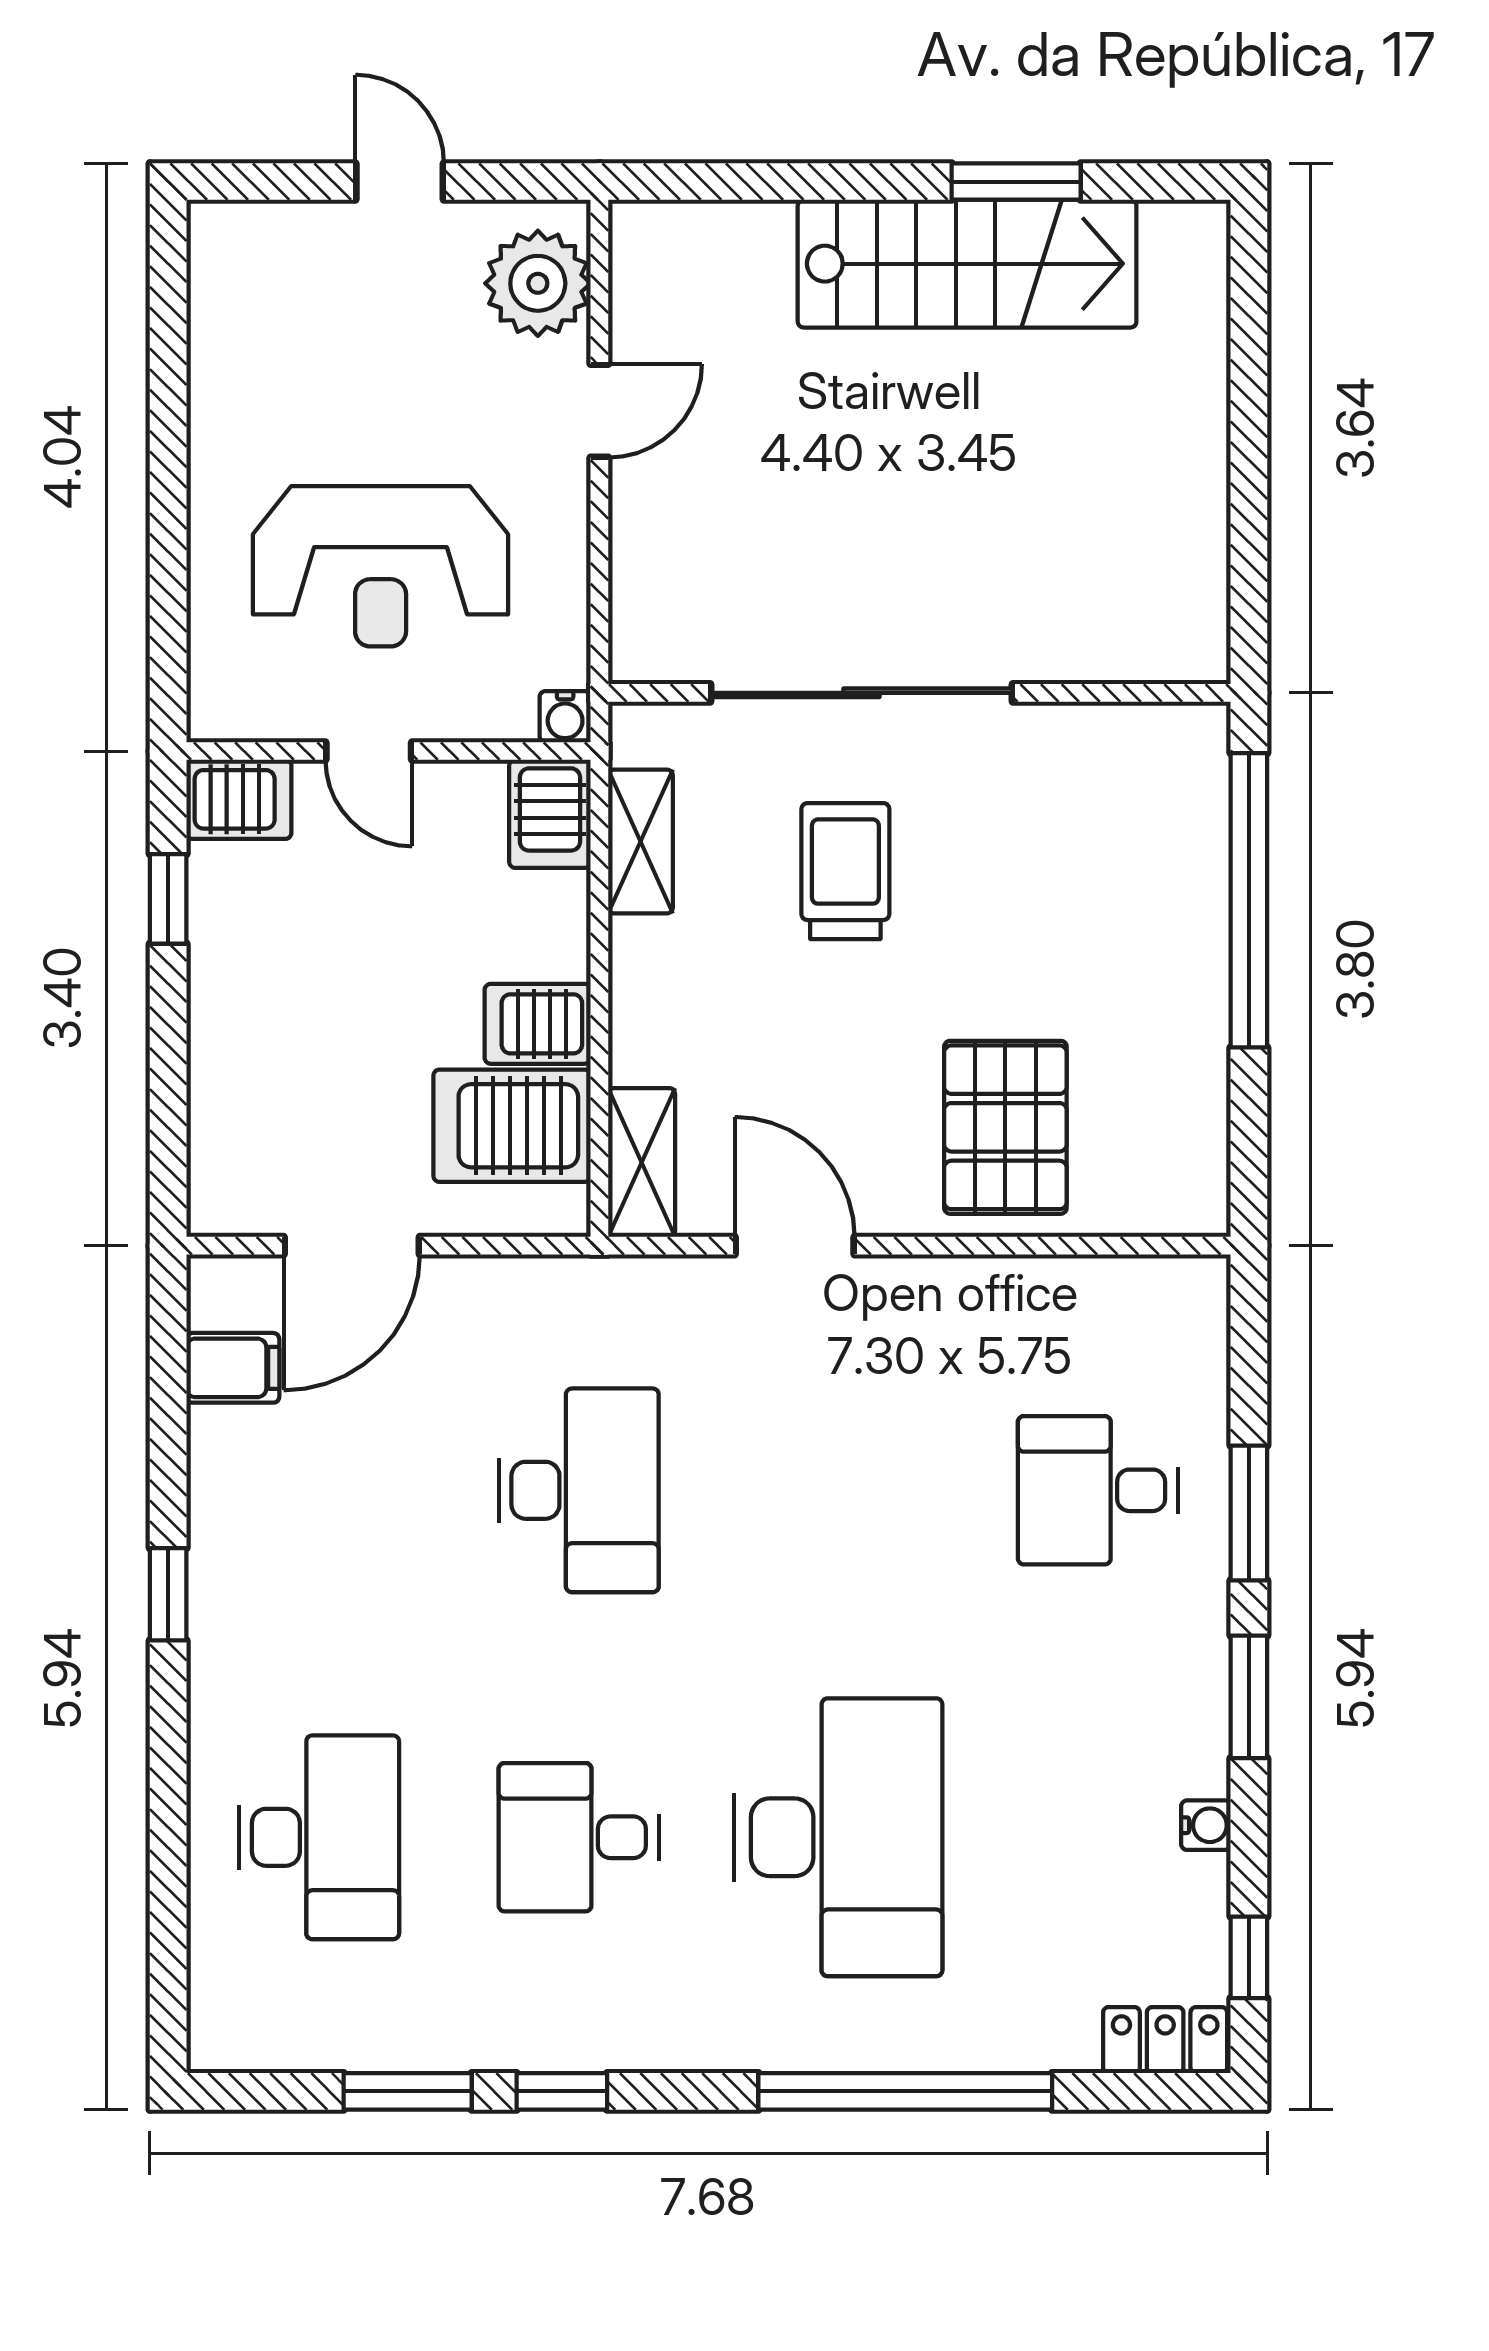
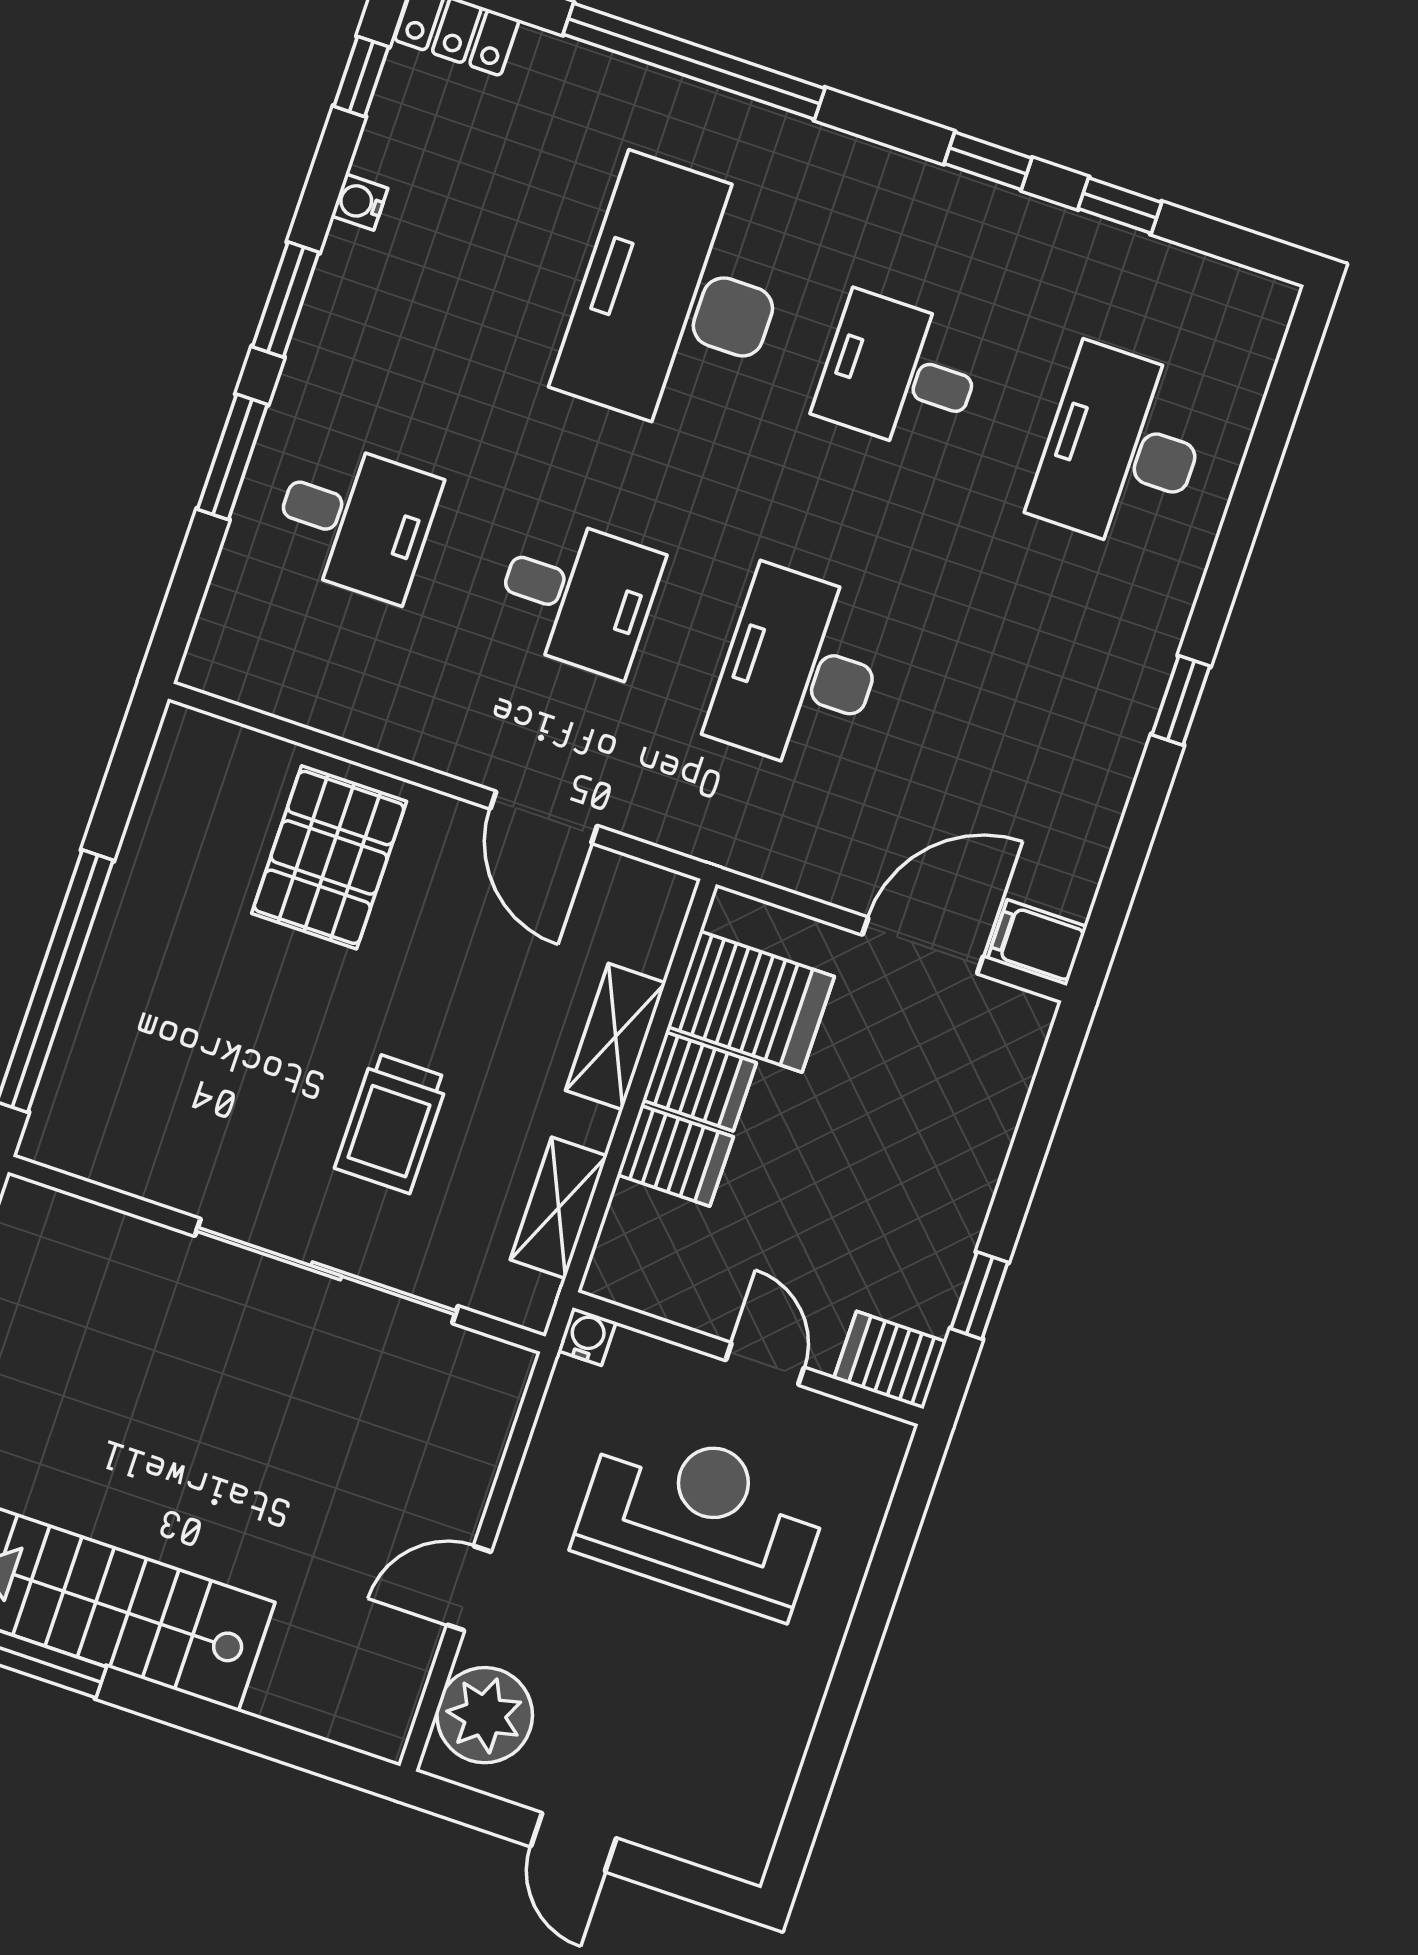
server rack: (550, 814) -> (675, 1156), moved, turned 90
shelving: (642, 1162) -> (615, 1037), moved
filing cabinet: (233, 1368) -> (1037, 943), moved
desk: (838, 1490) -> (577, 595), added
desk: (579, 1837) -> (900, 373), turned 180
window: (408, 2091) -> (1120, 205), width x0.67

